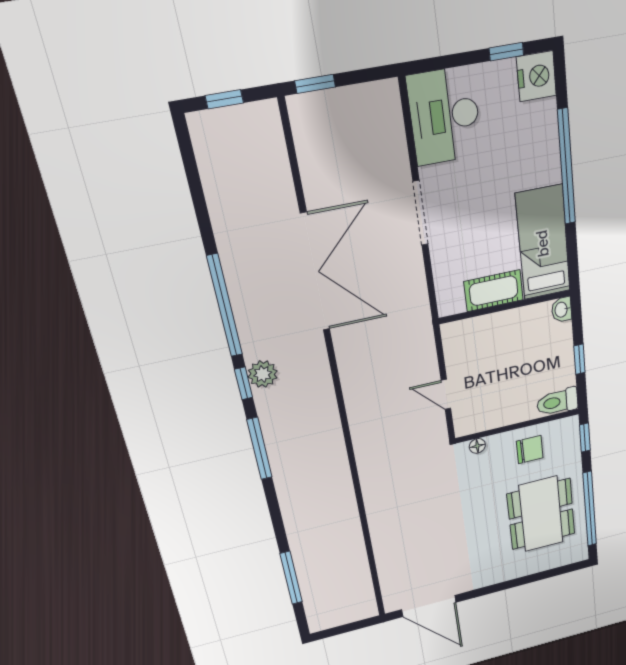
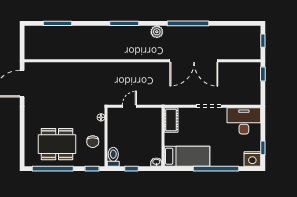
cot: (494, 291) -> (171, 120), moved
window: (244, 383) -> (155, 23), removed

